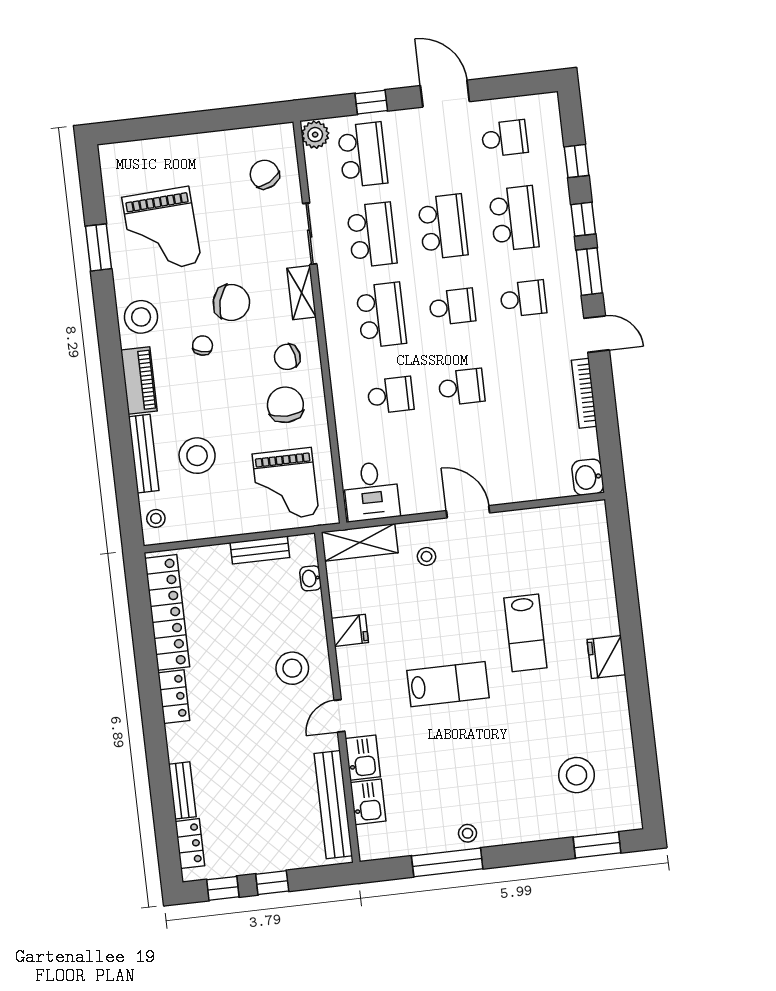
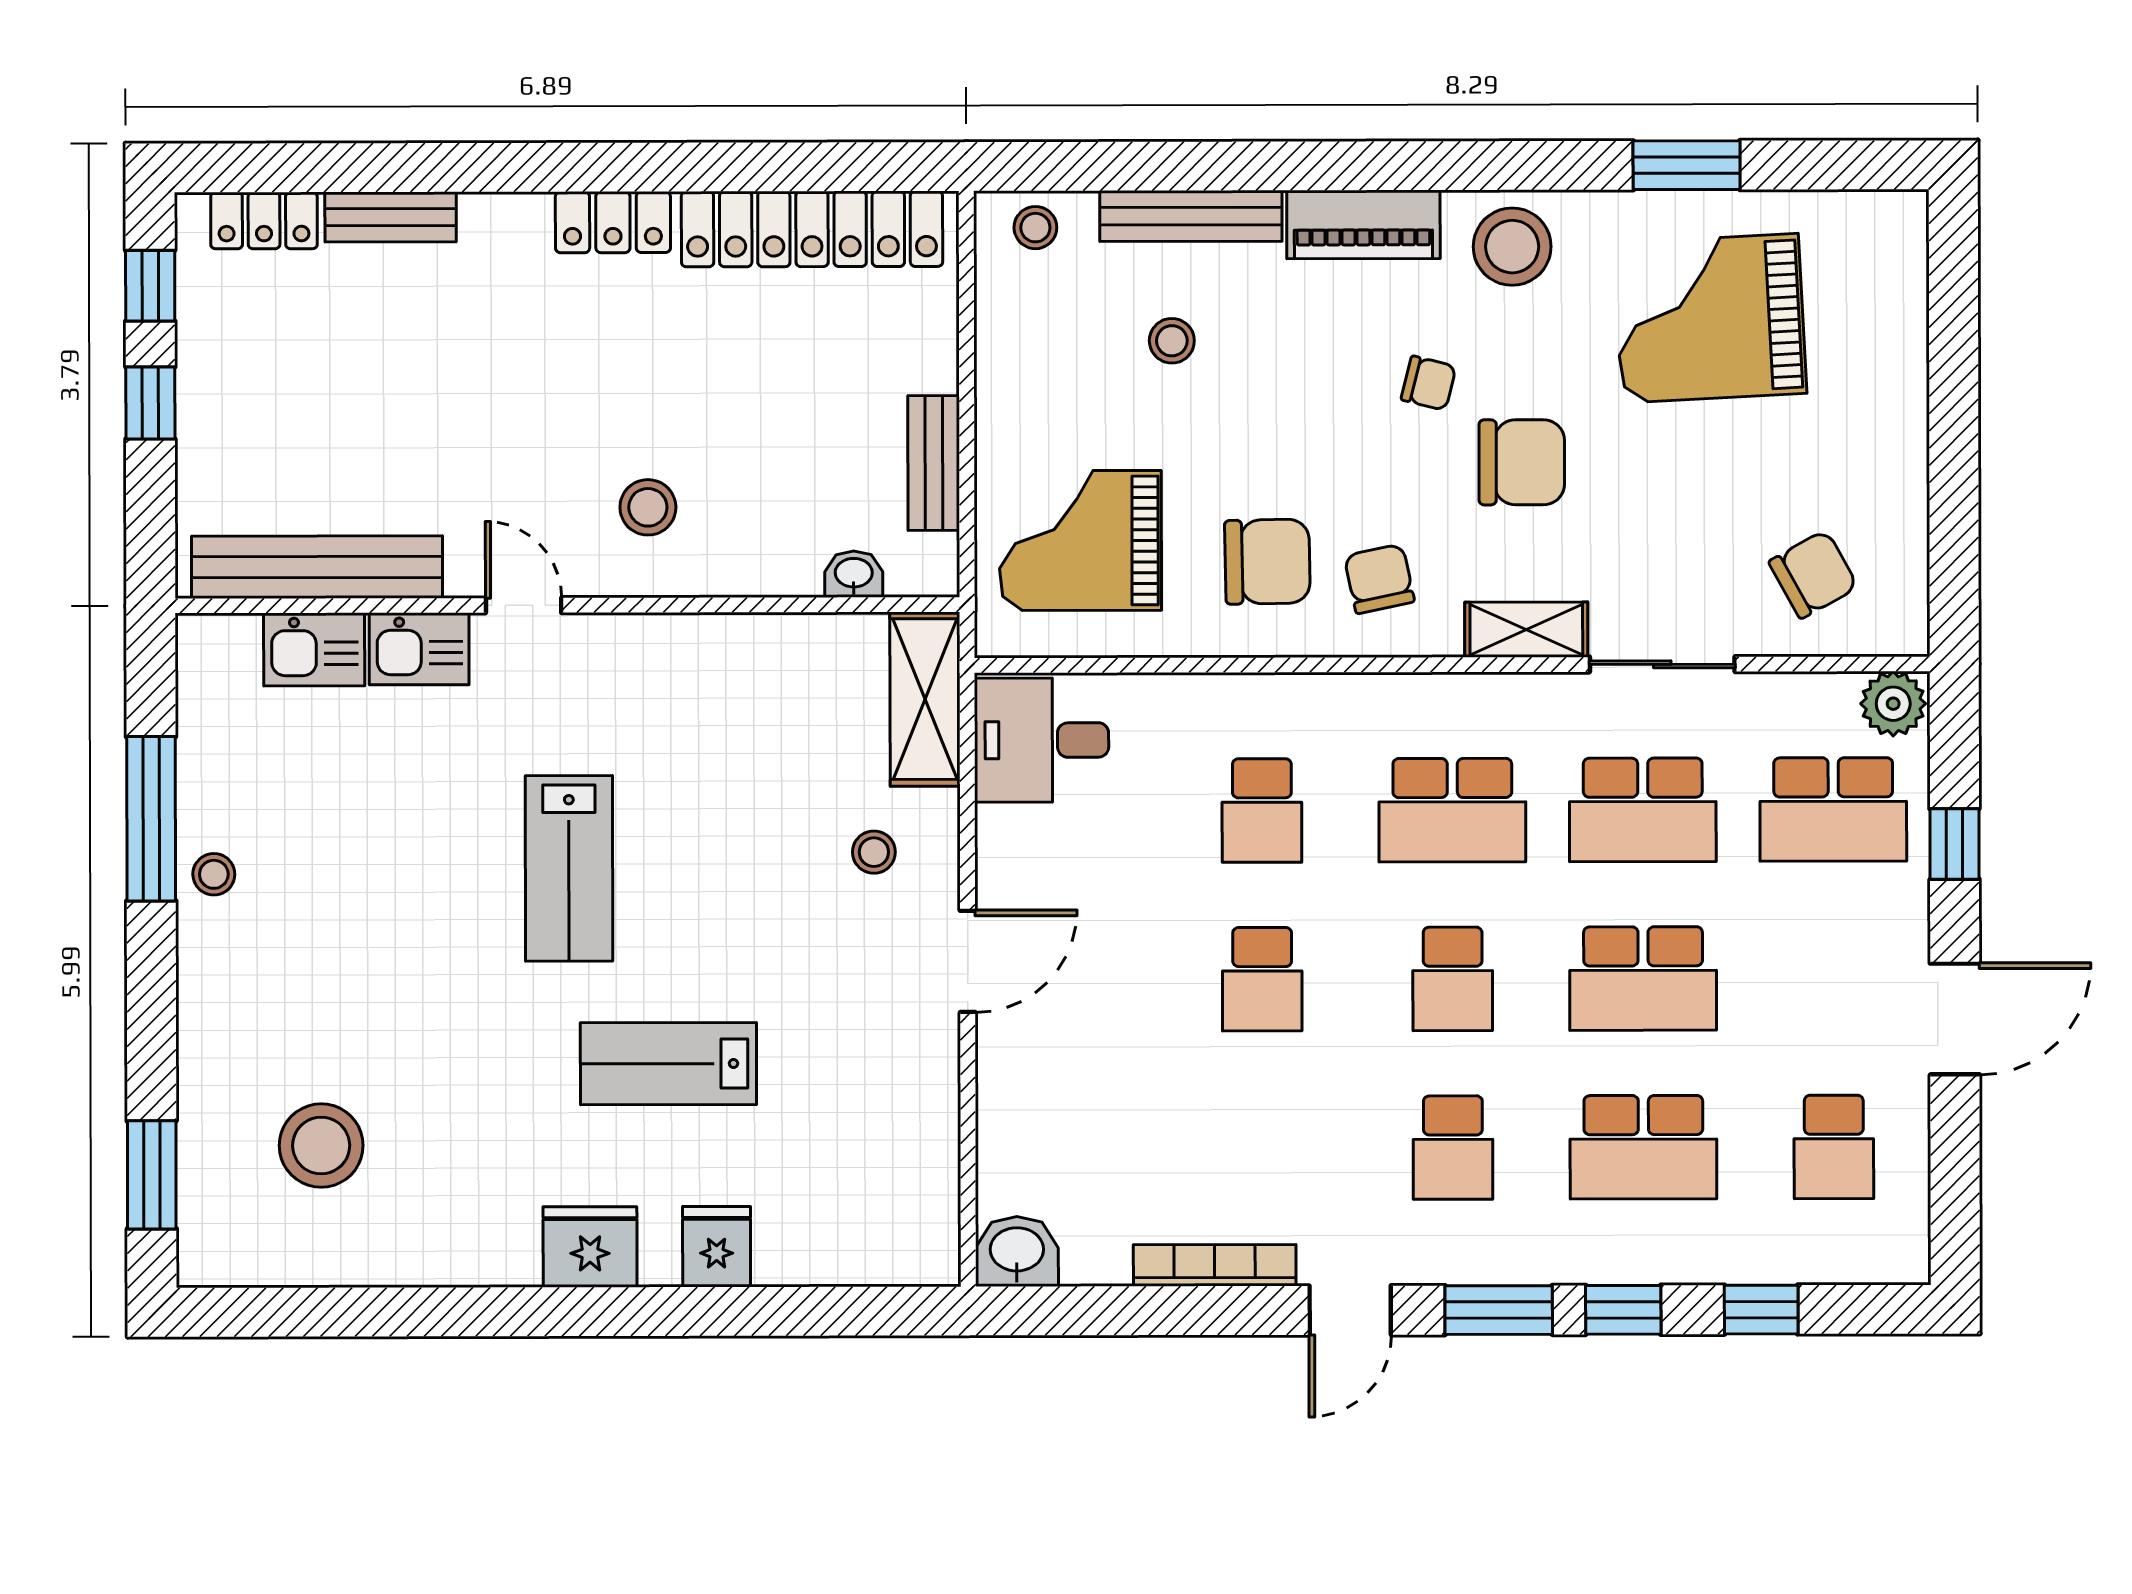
chair: (231, 303) -> (1522, 462), turned -106
stool: (197, 456) -> (1172, 341), width x0.53, depth x0.53
fridge: (350, 630) -> (717, 1247), moved, turned 180
stool: (292, 668) -> (648, 507), width x0.73, depth x0.73

